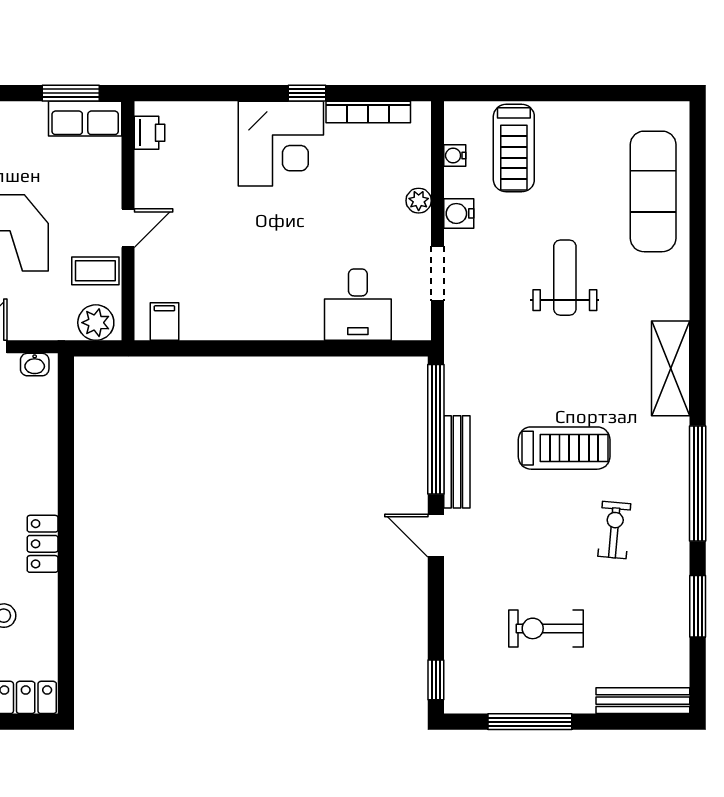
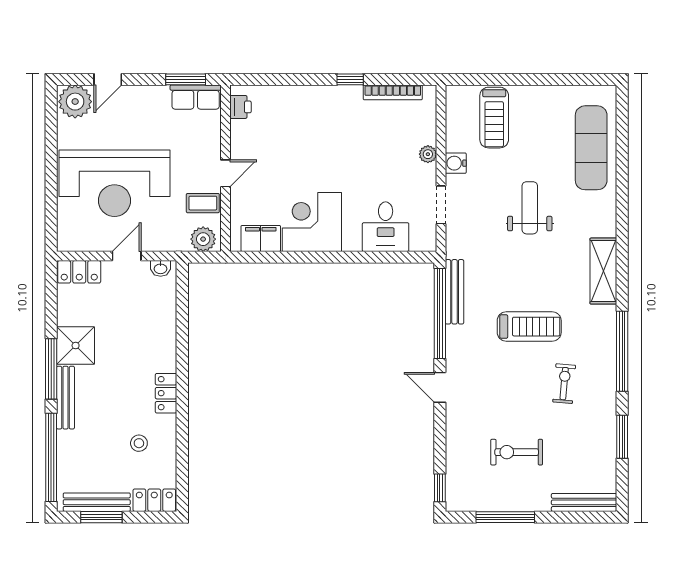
corner desk: (281, 144) -> (312, 222), moved, turned 180
water cooler: (455, 156) -> (453, 123), removed
filing cabinet: (164, 322) -> (261, 238), width x2.00
bench: (457, 462) -> (455, 292), moved

